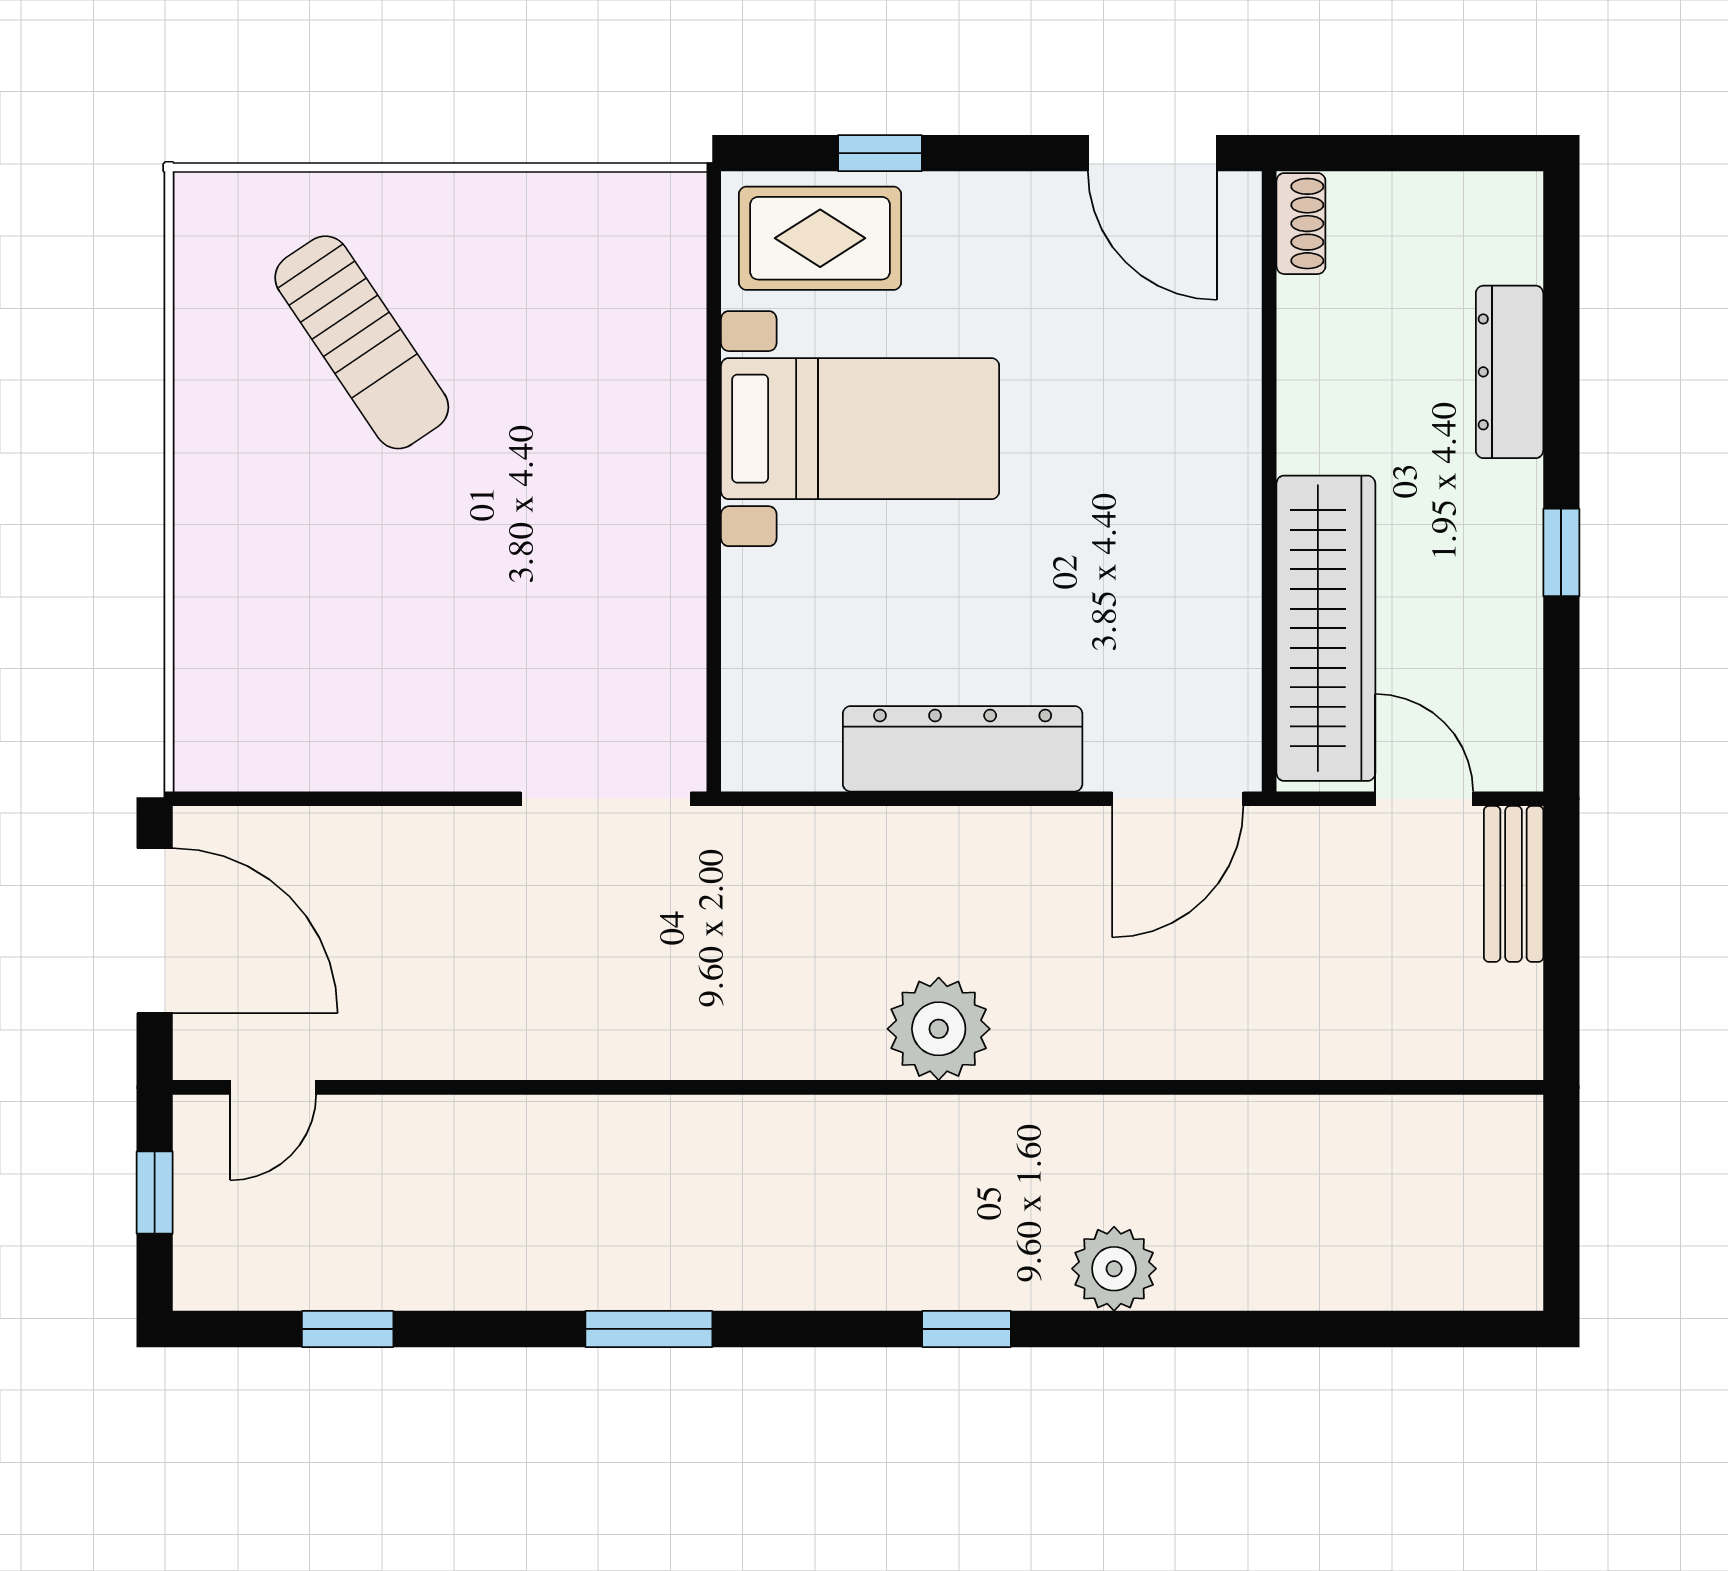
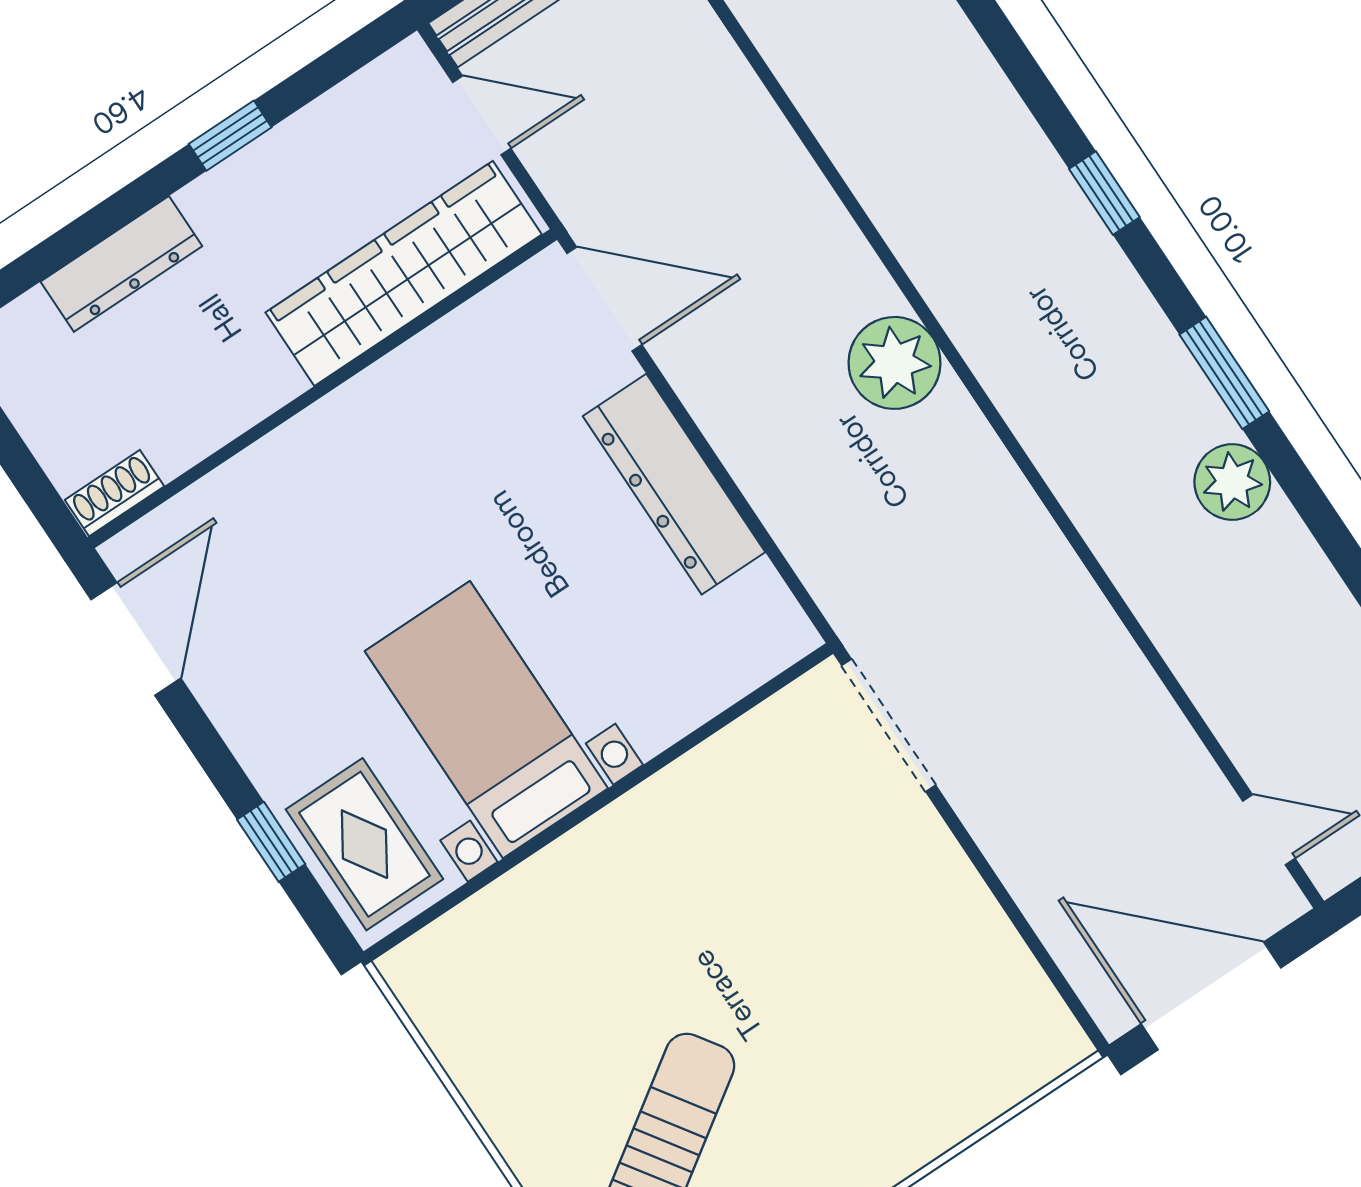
door: (1424, 799) -> (482, 115), swing flipped
door: (155, 931) -> (1211, 996), hinge flipped
plant: (1114, 1269) -> (1232, 482), moved
window: (649, 1329) -> (1224, 373), moved

